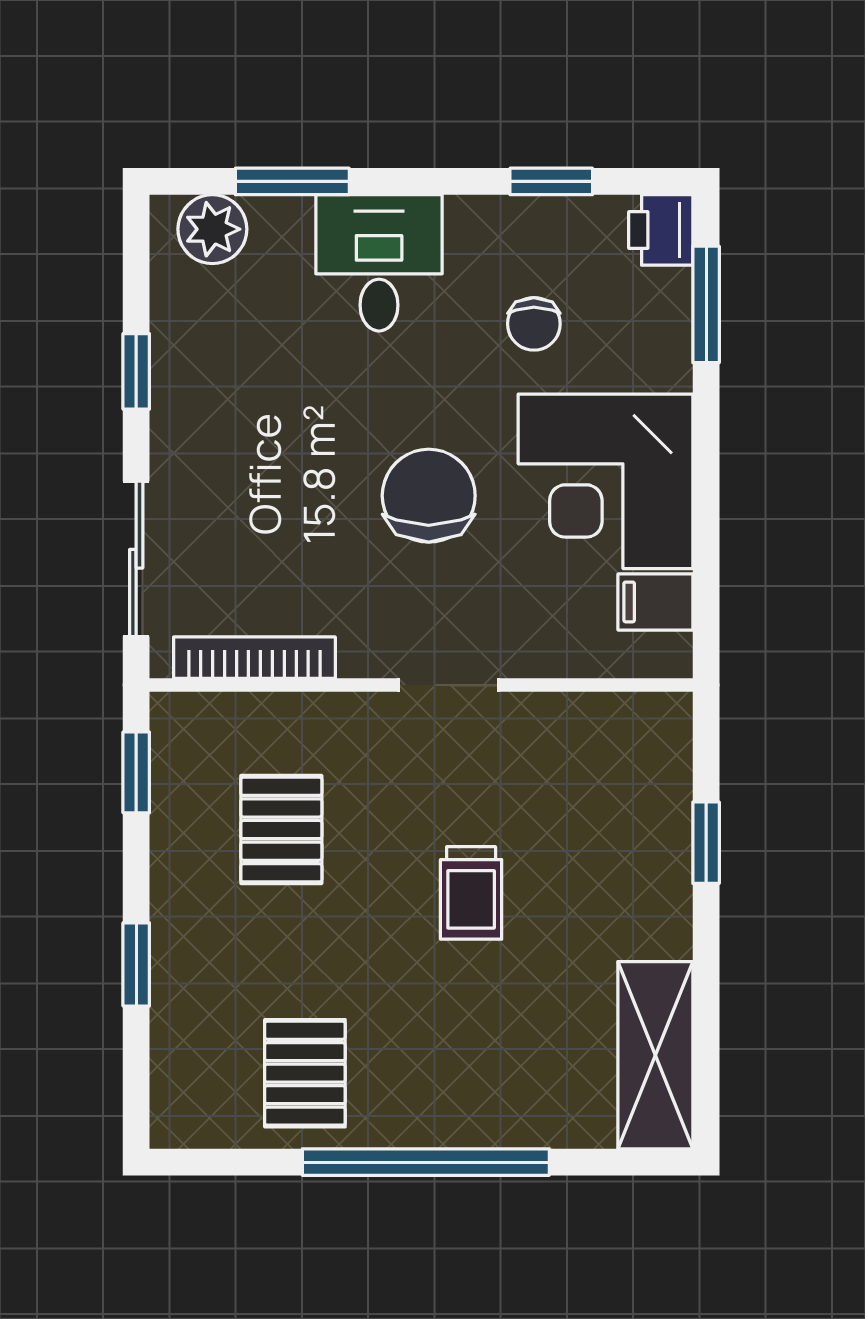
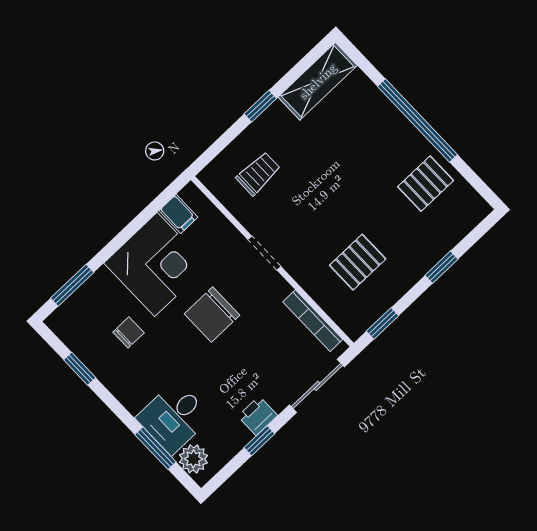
printer: (661, 230) -> (258, 416), moved, turned 180
desk: (379, 263) -> (174, 417), moved
window: (706, 843) -> (260, 106), moved
trolley: (471, 893) -> (258, 174), moved

